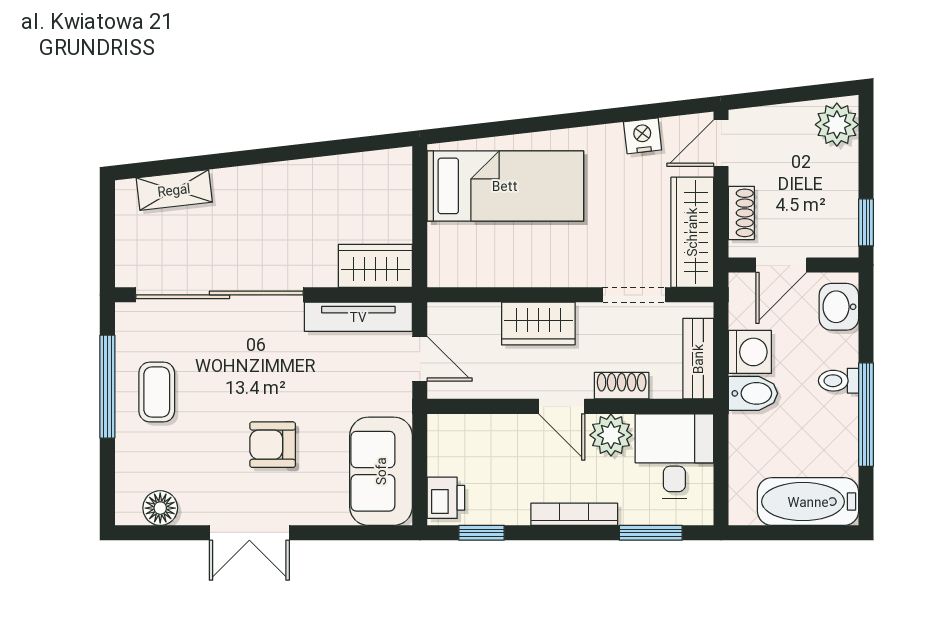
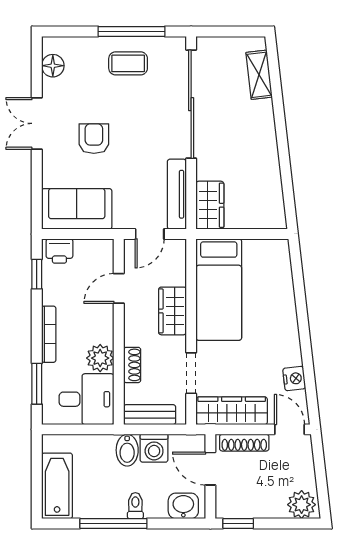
bed: (505, 186) -> (219, 290), moved
shoe rack: (741, 213) -> (244, 443), width x1.43
door: (562, 406) -> (119, 288), moved

